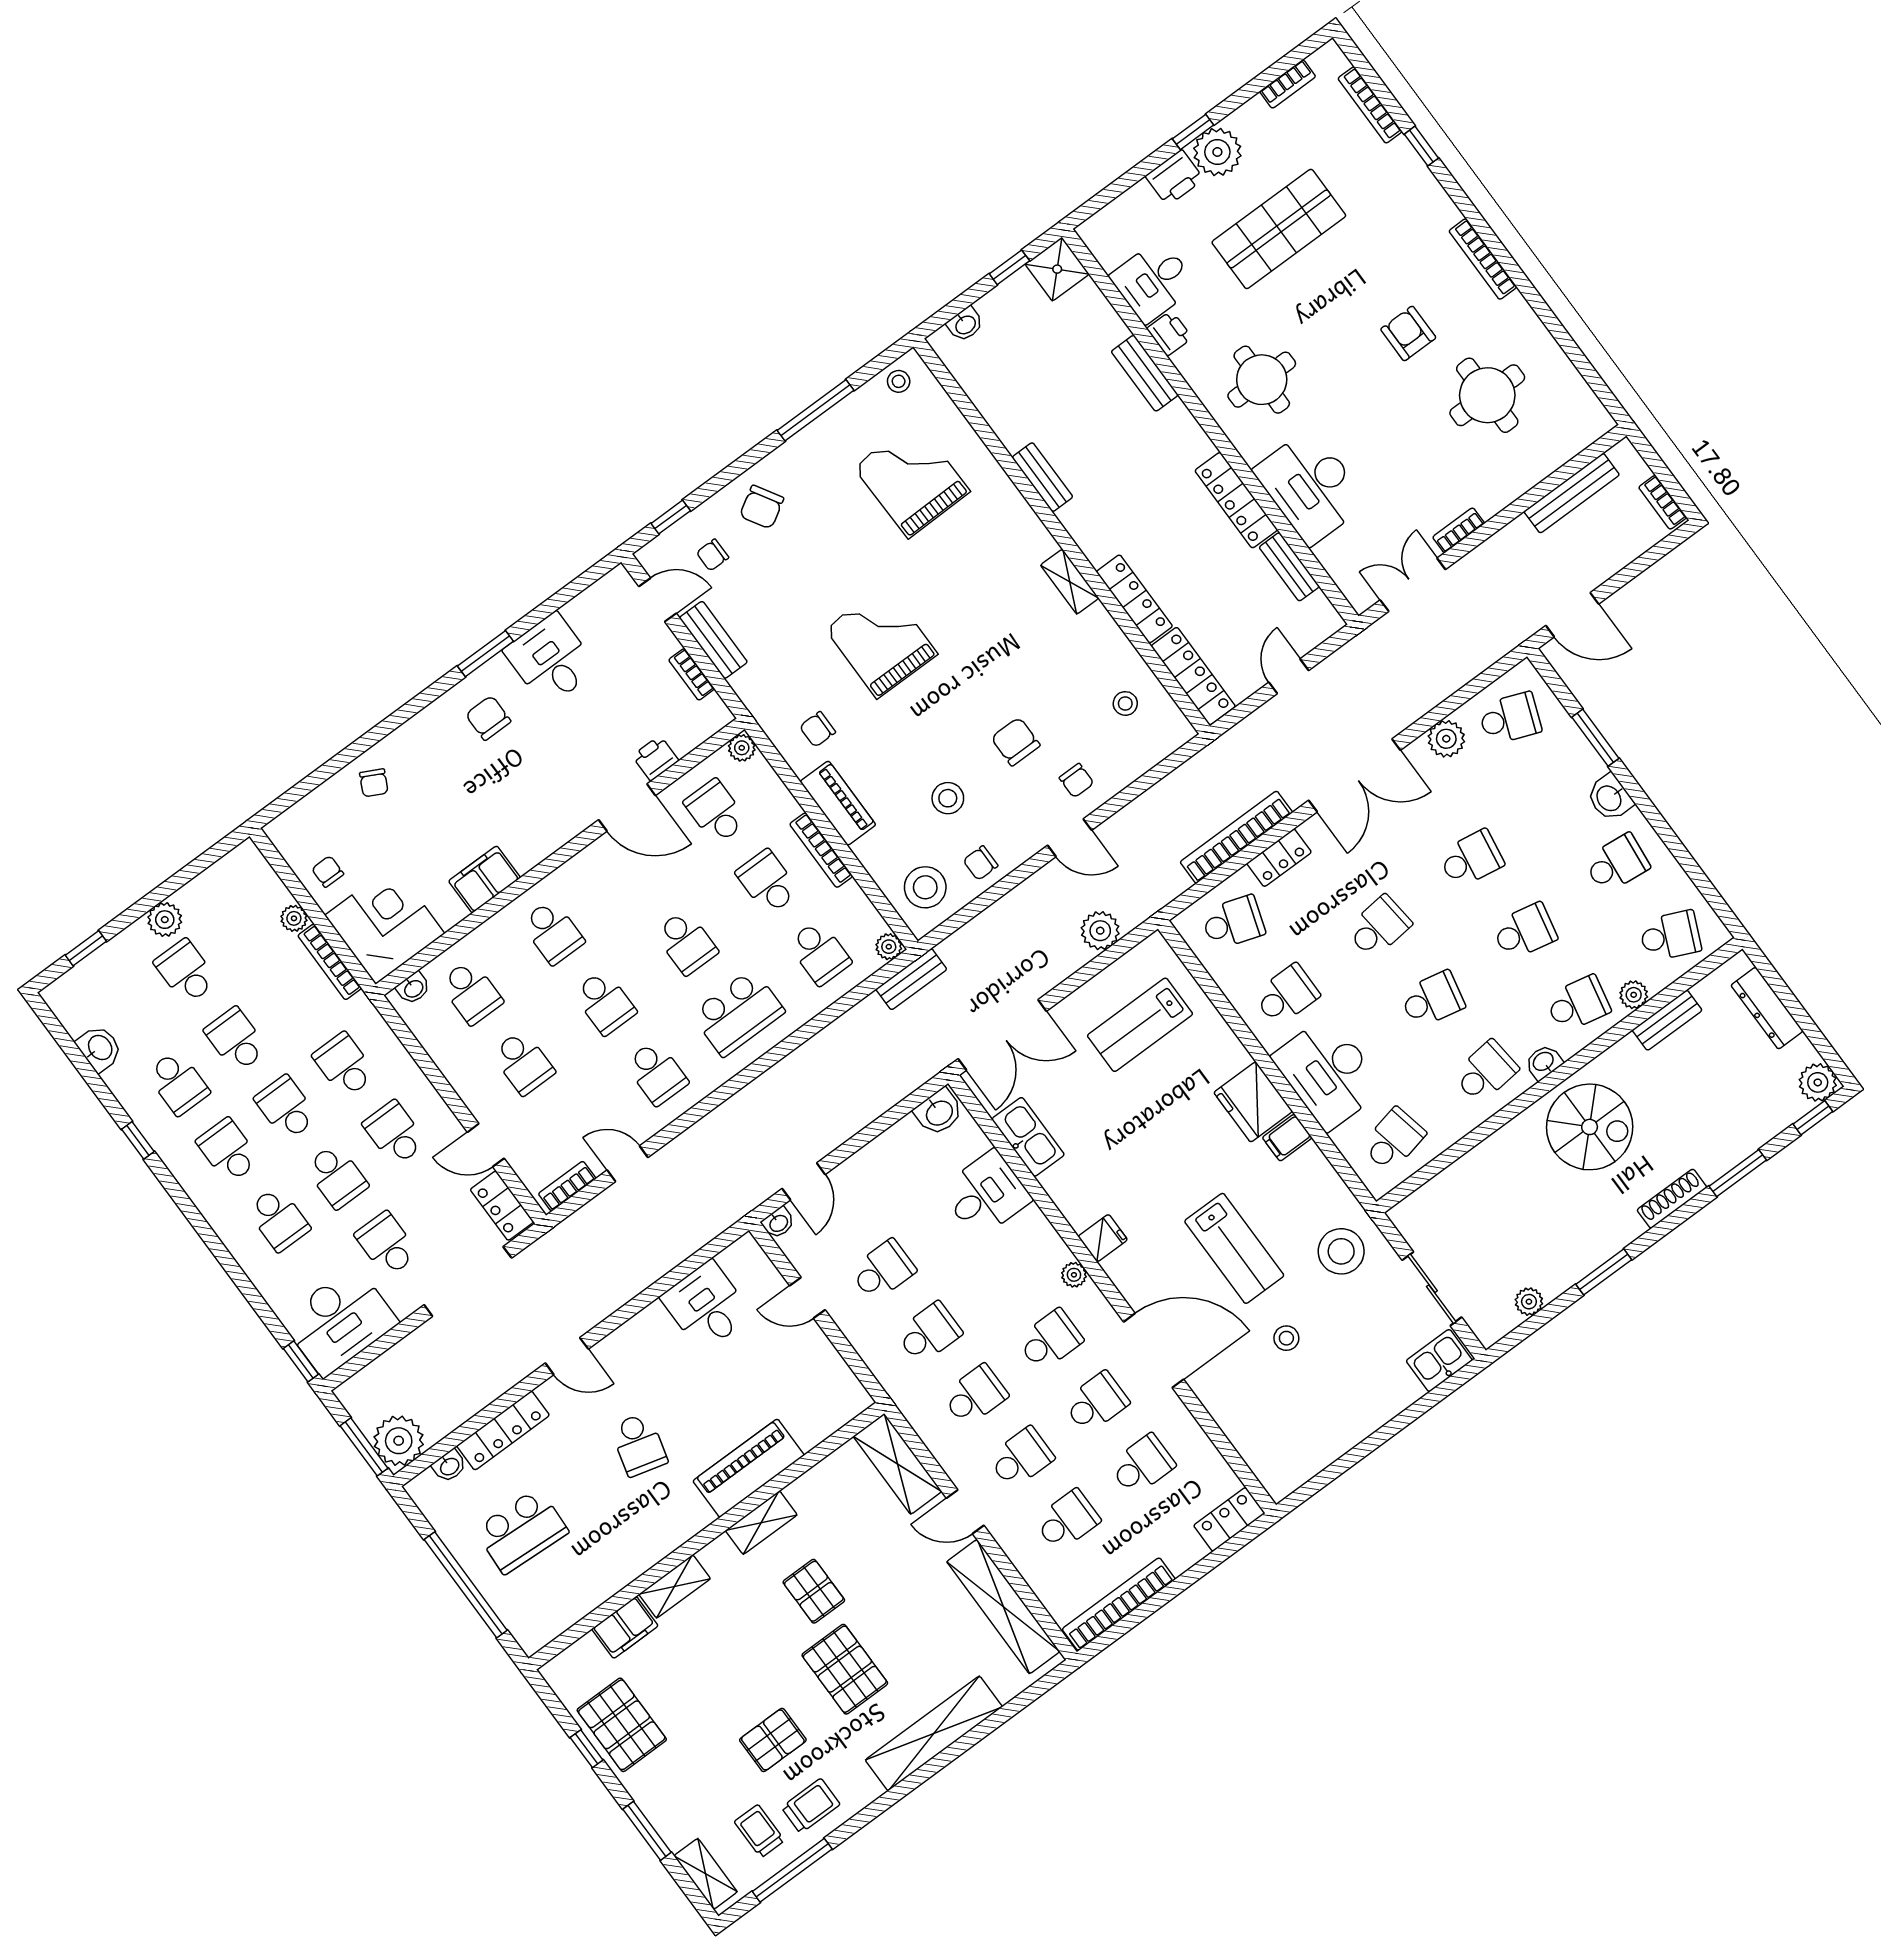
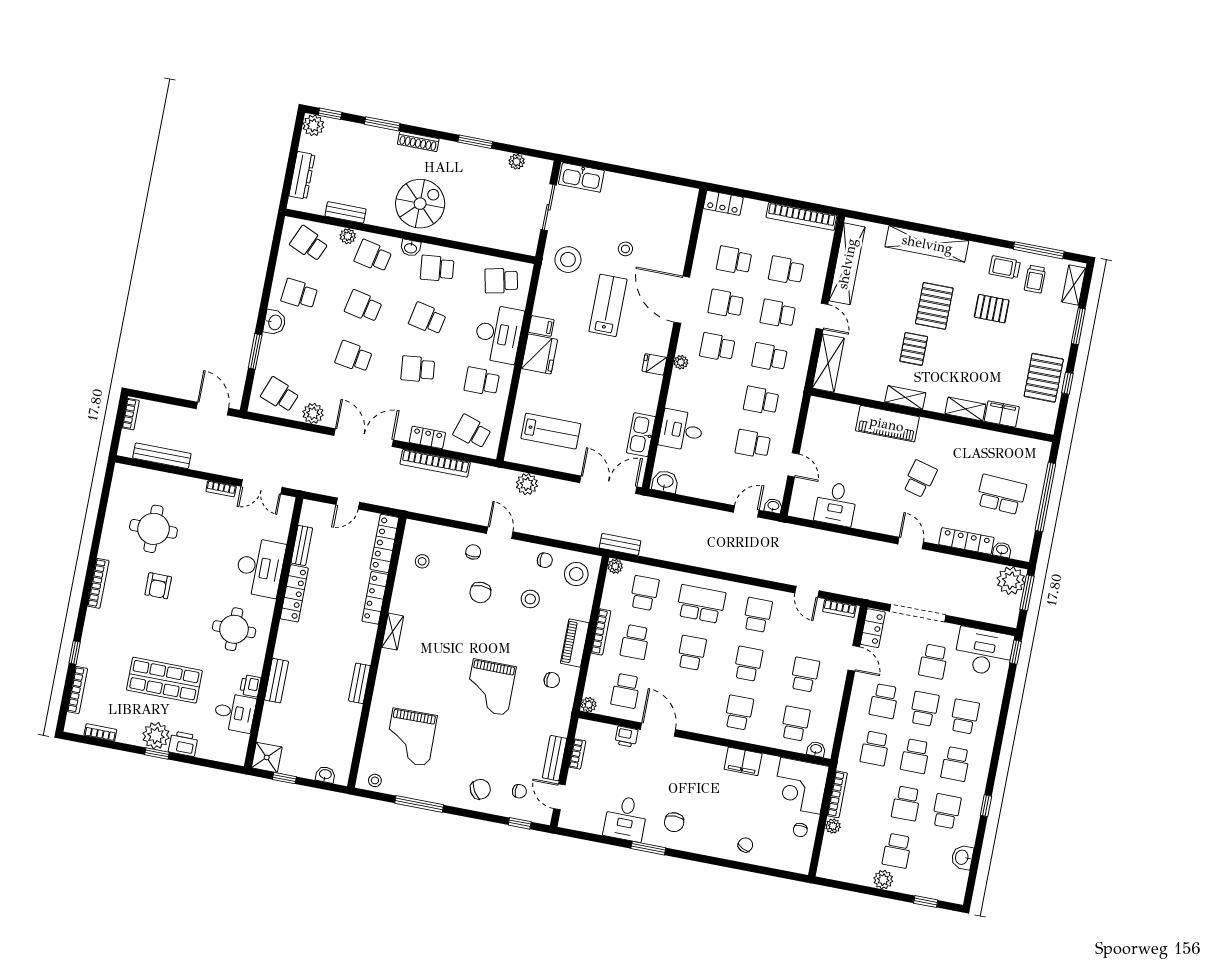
spiral stairs: (1590, 1127) -> (420, 204), turned 90
kitchen sink: (1439, 1361) -> (581, 177), width x1.38

